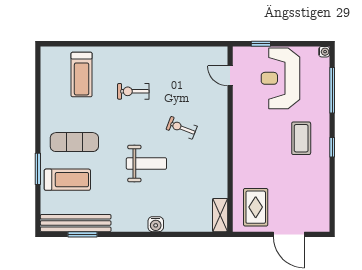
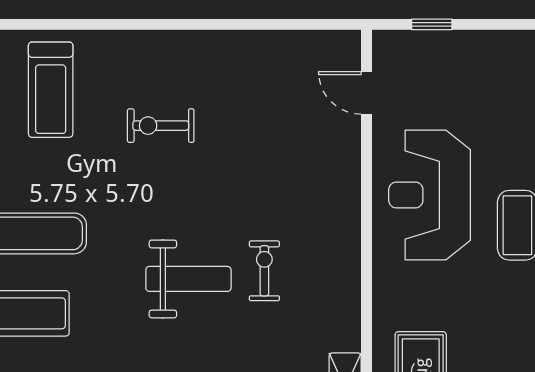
reception desk: (280, 78) -> (429, 195), moved
exercise bike: (182, 128) -> (264, 271), moved, turned 69

